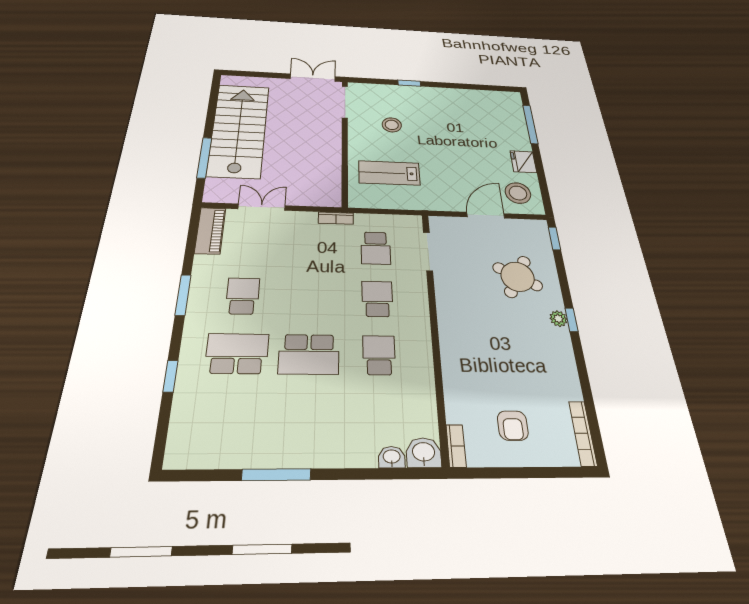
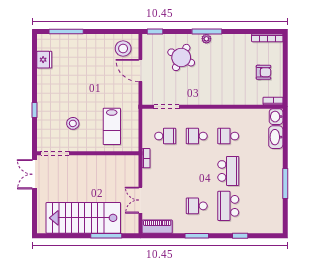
fridge: (523, 162) -> (44, 60), moved, turned -90
window: (572, 320) -> (207, 31), width x2.17
washbasin: (392, 457) -> (276, 137), width x1.91, depth x1.45

